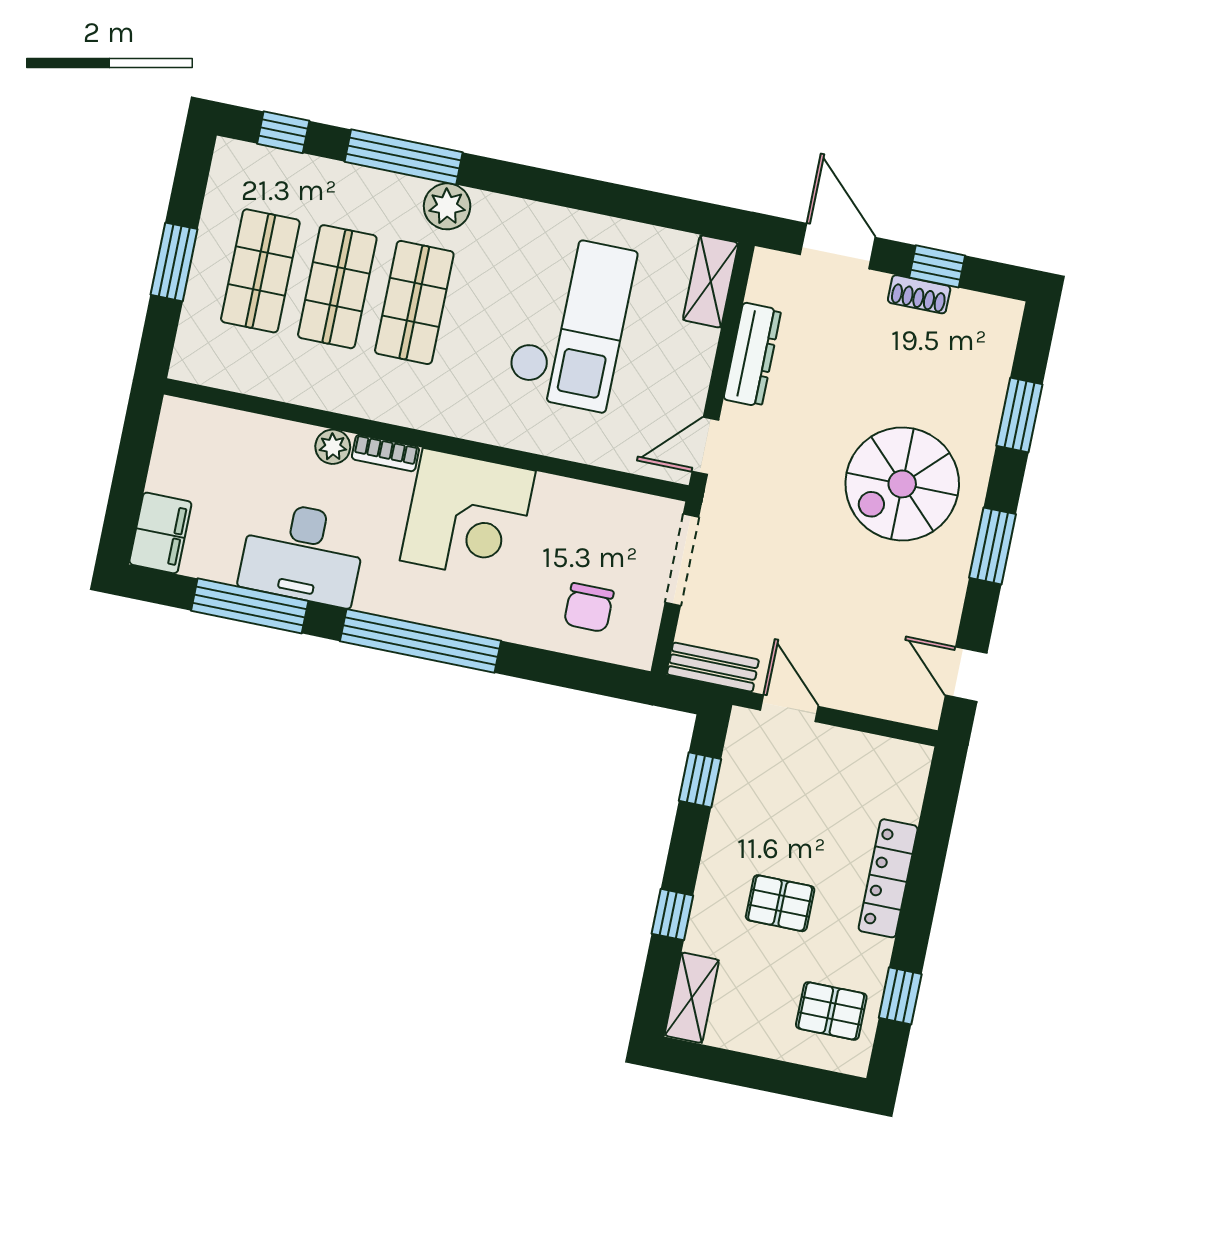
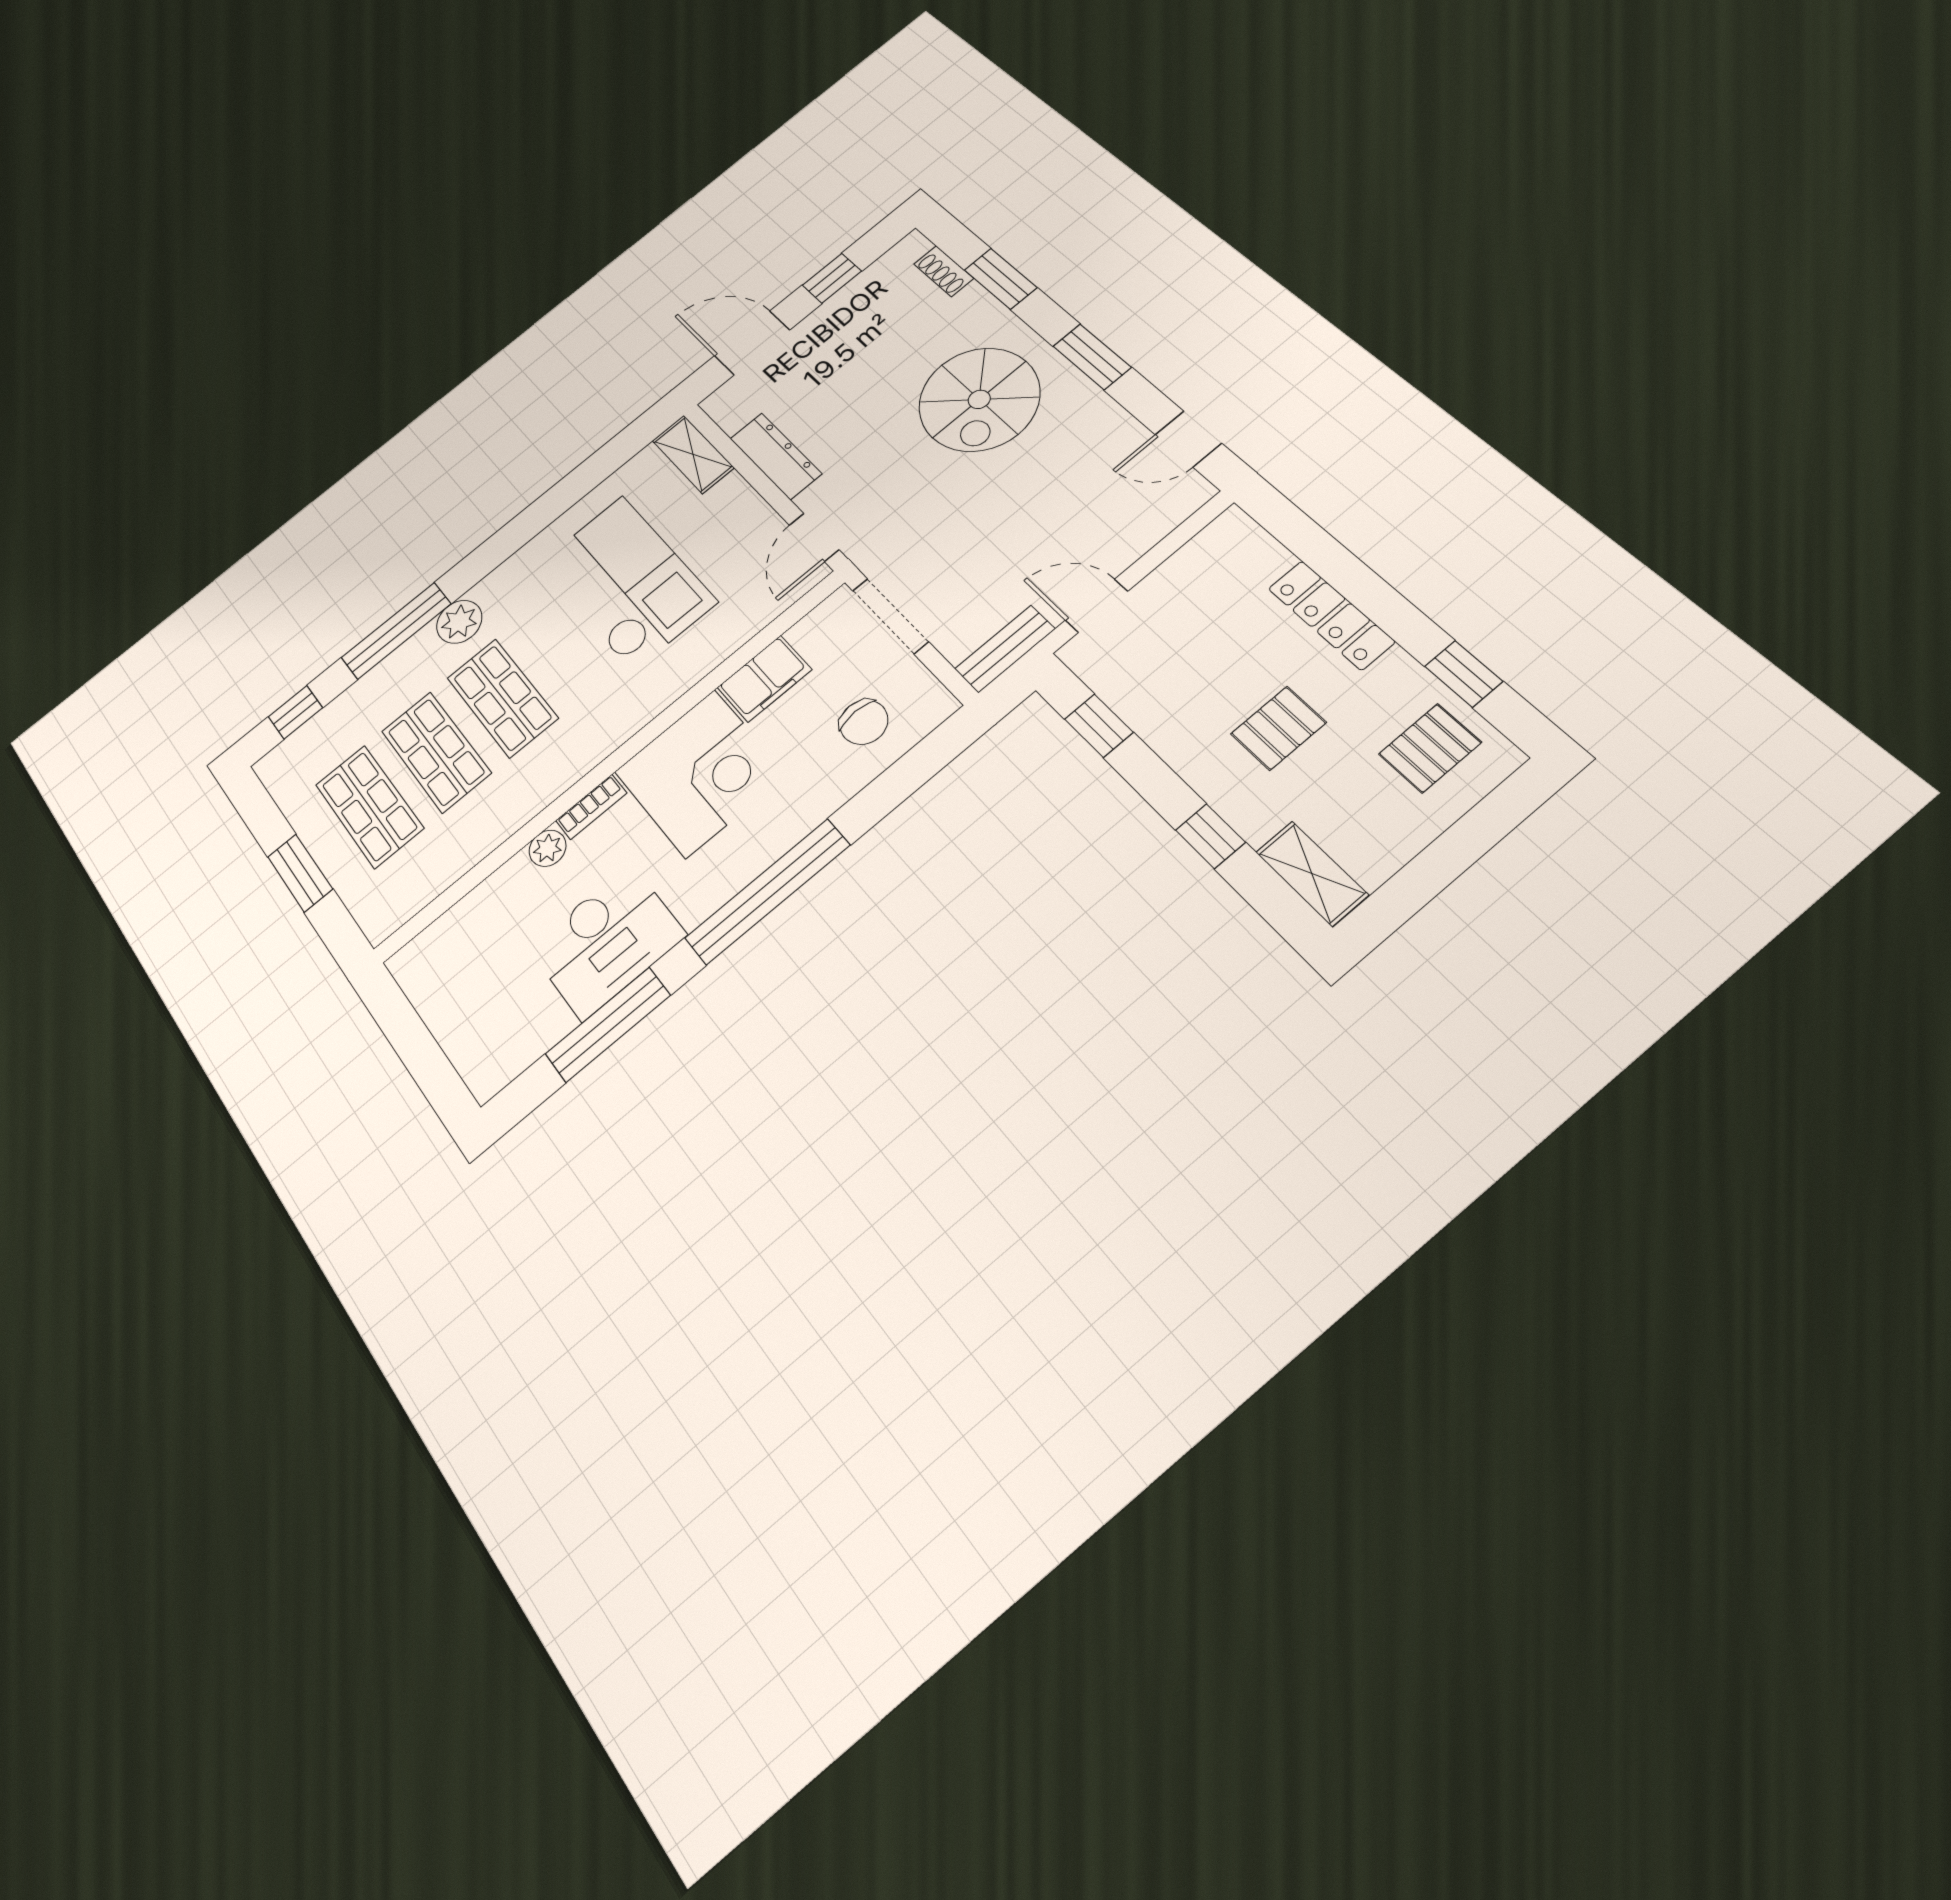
shoe rack: (919, 294) -> (944, 271), moved, turned 90
filing cabinet: (160, 533) -> (764, 679), moved, turned 90

